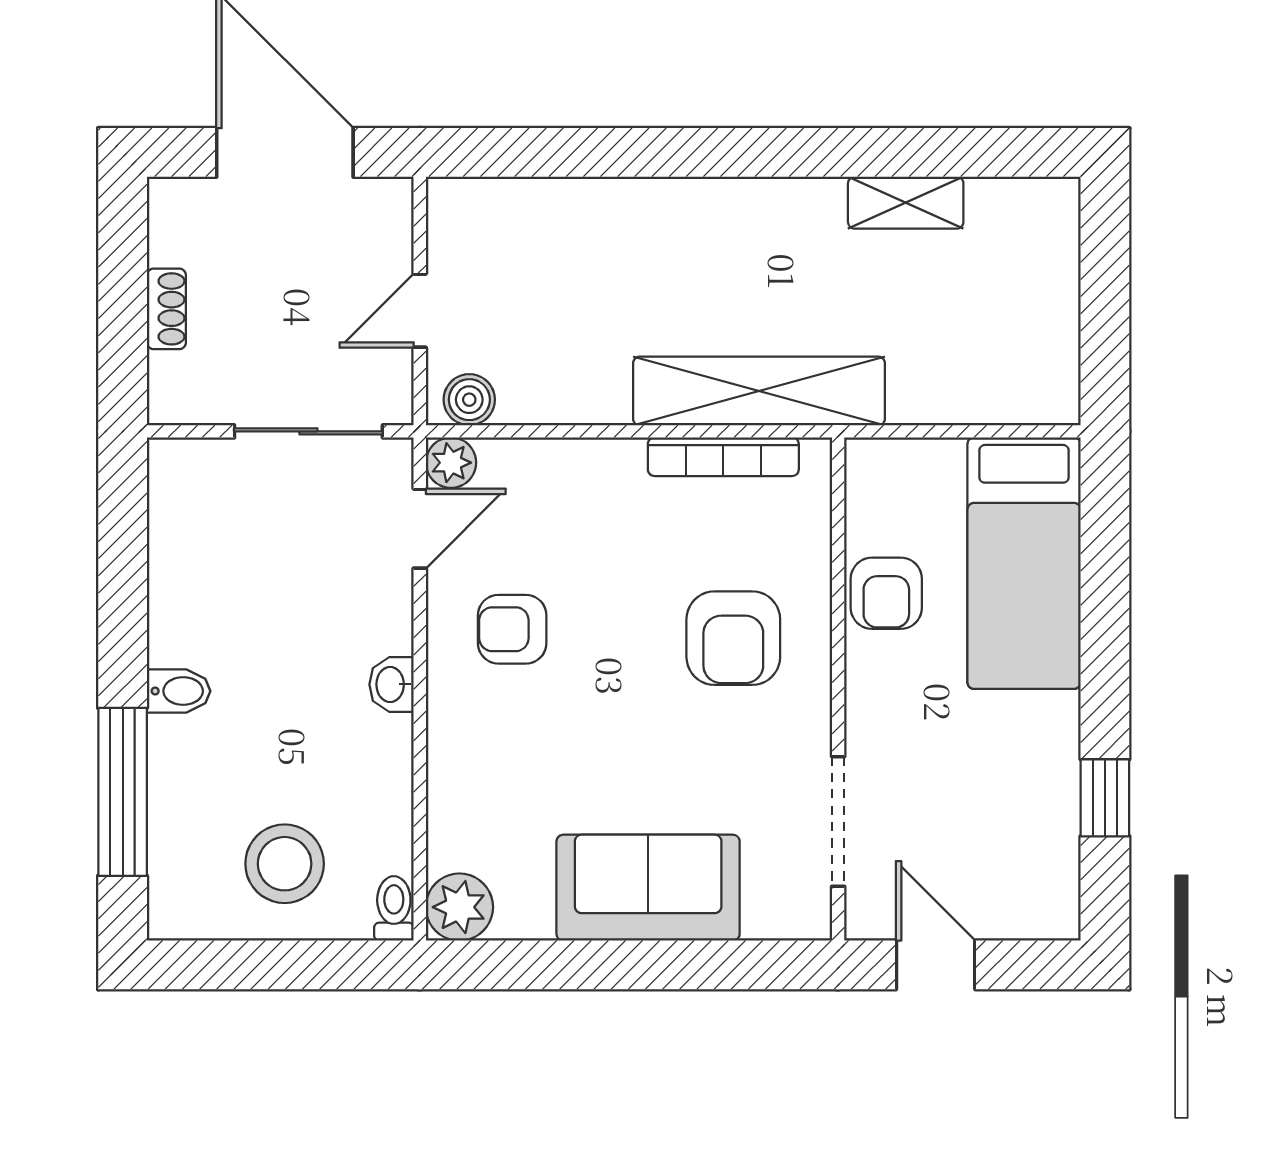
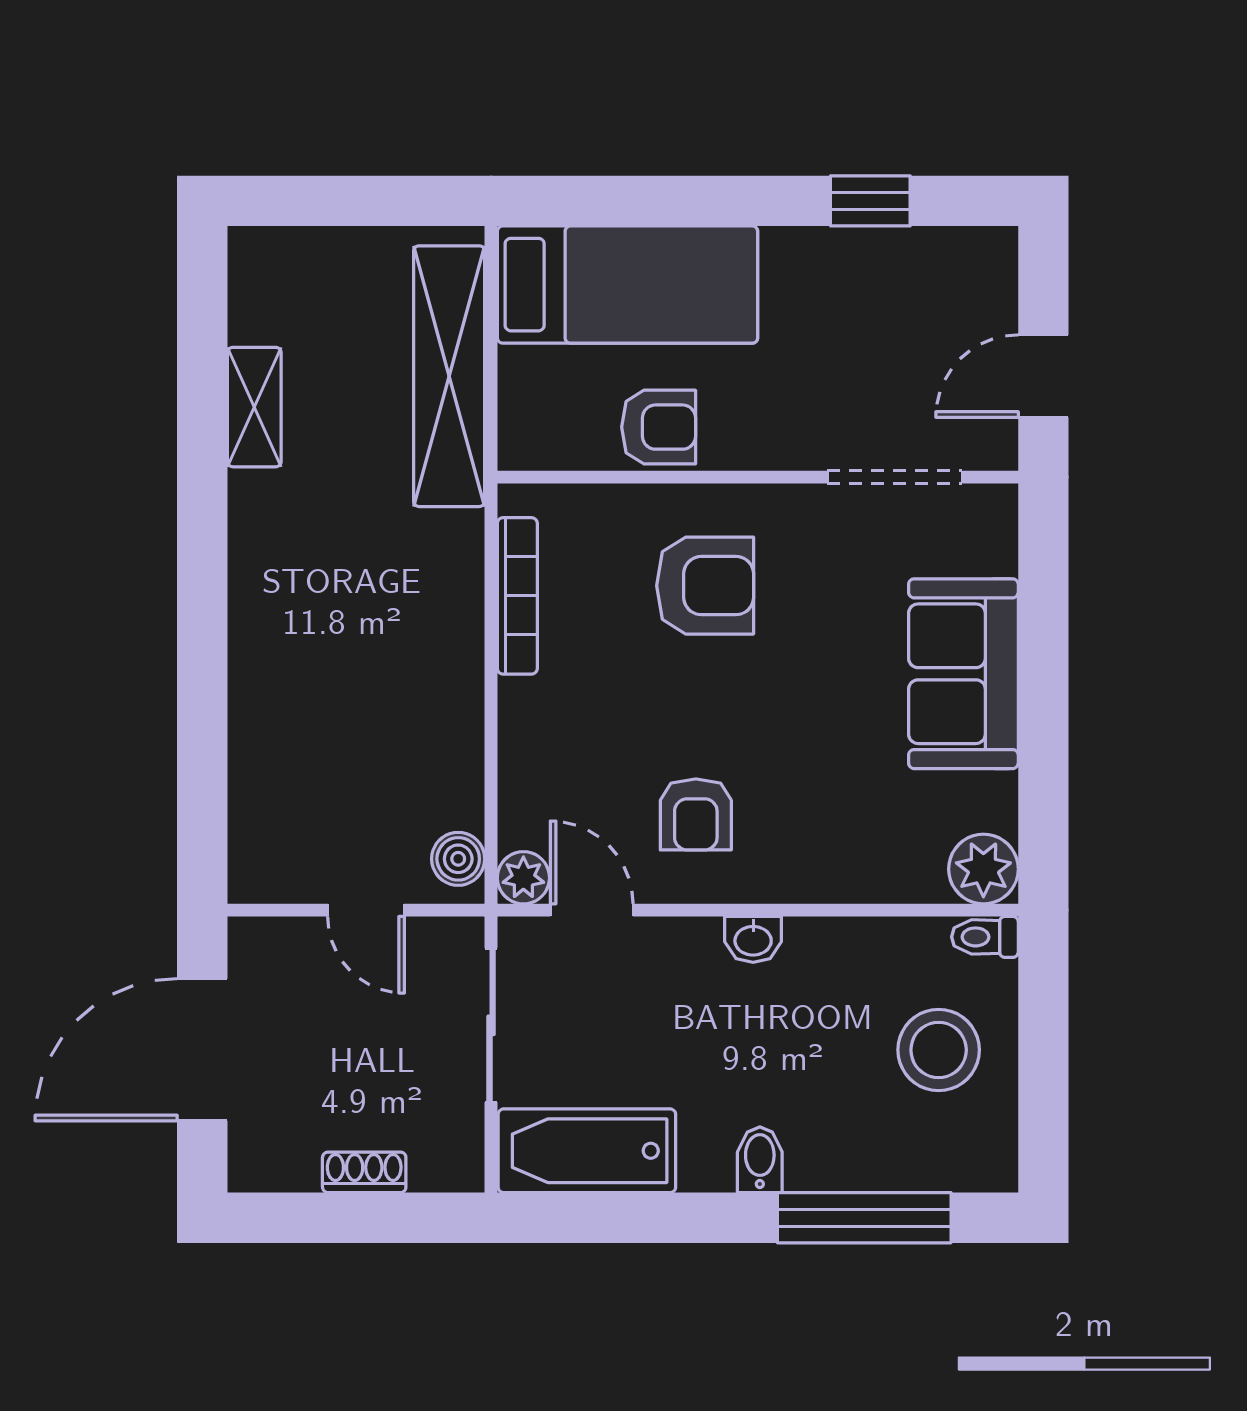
shelving: (759, 391) -> (449, 376), moved
bathtub: (187, 524) -> (587, 1151), added

